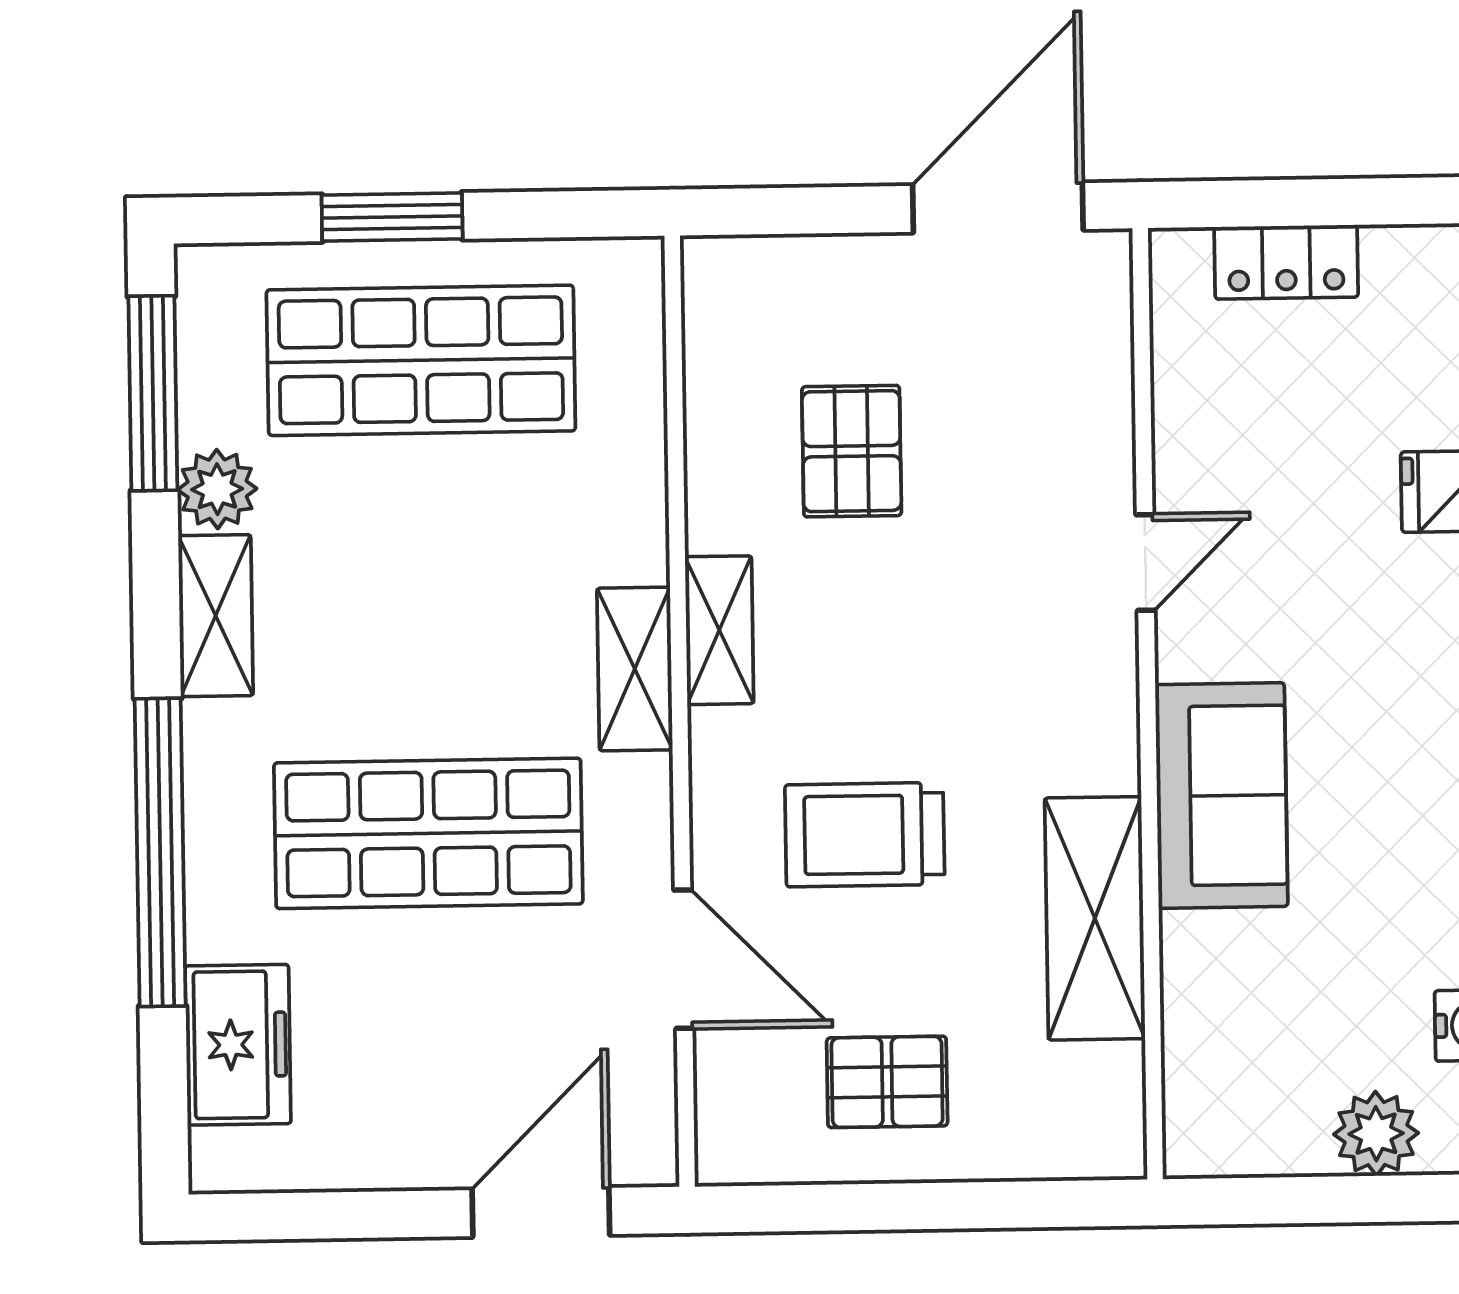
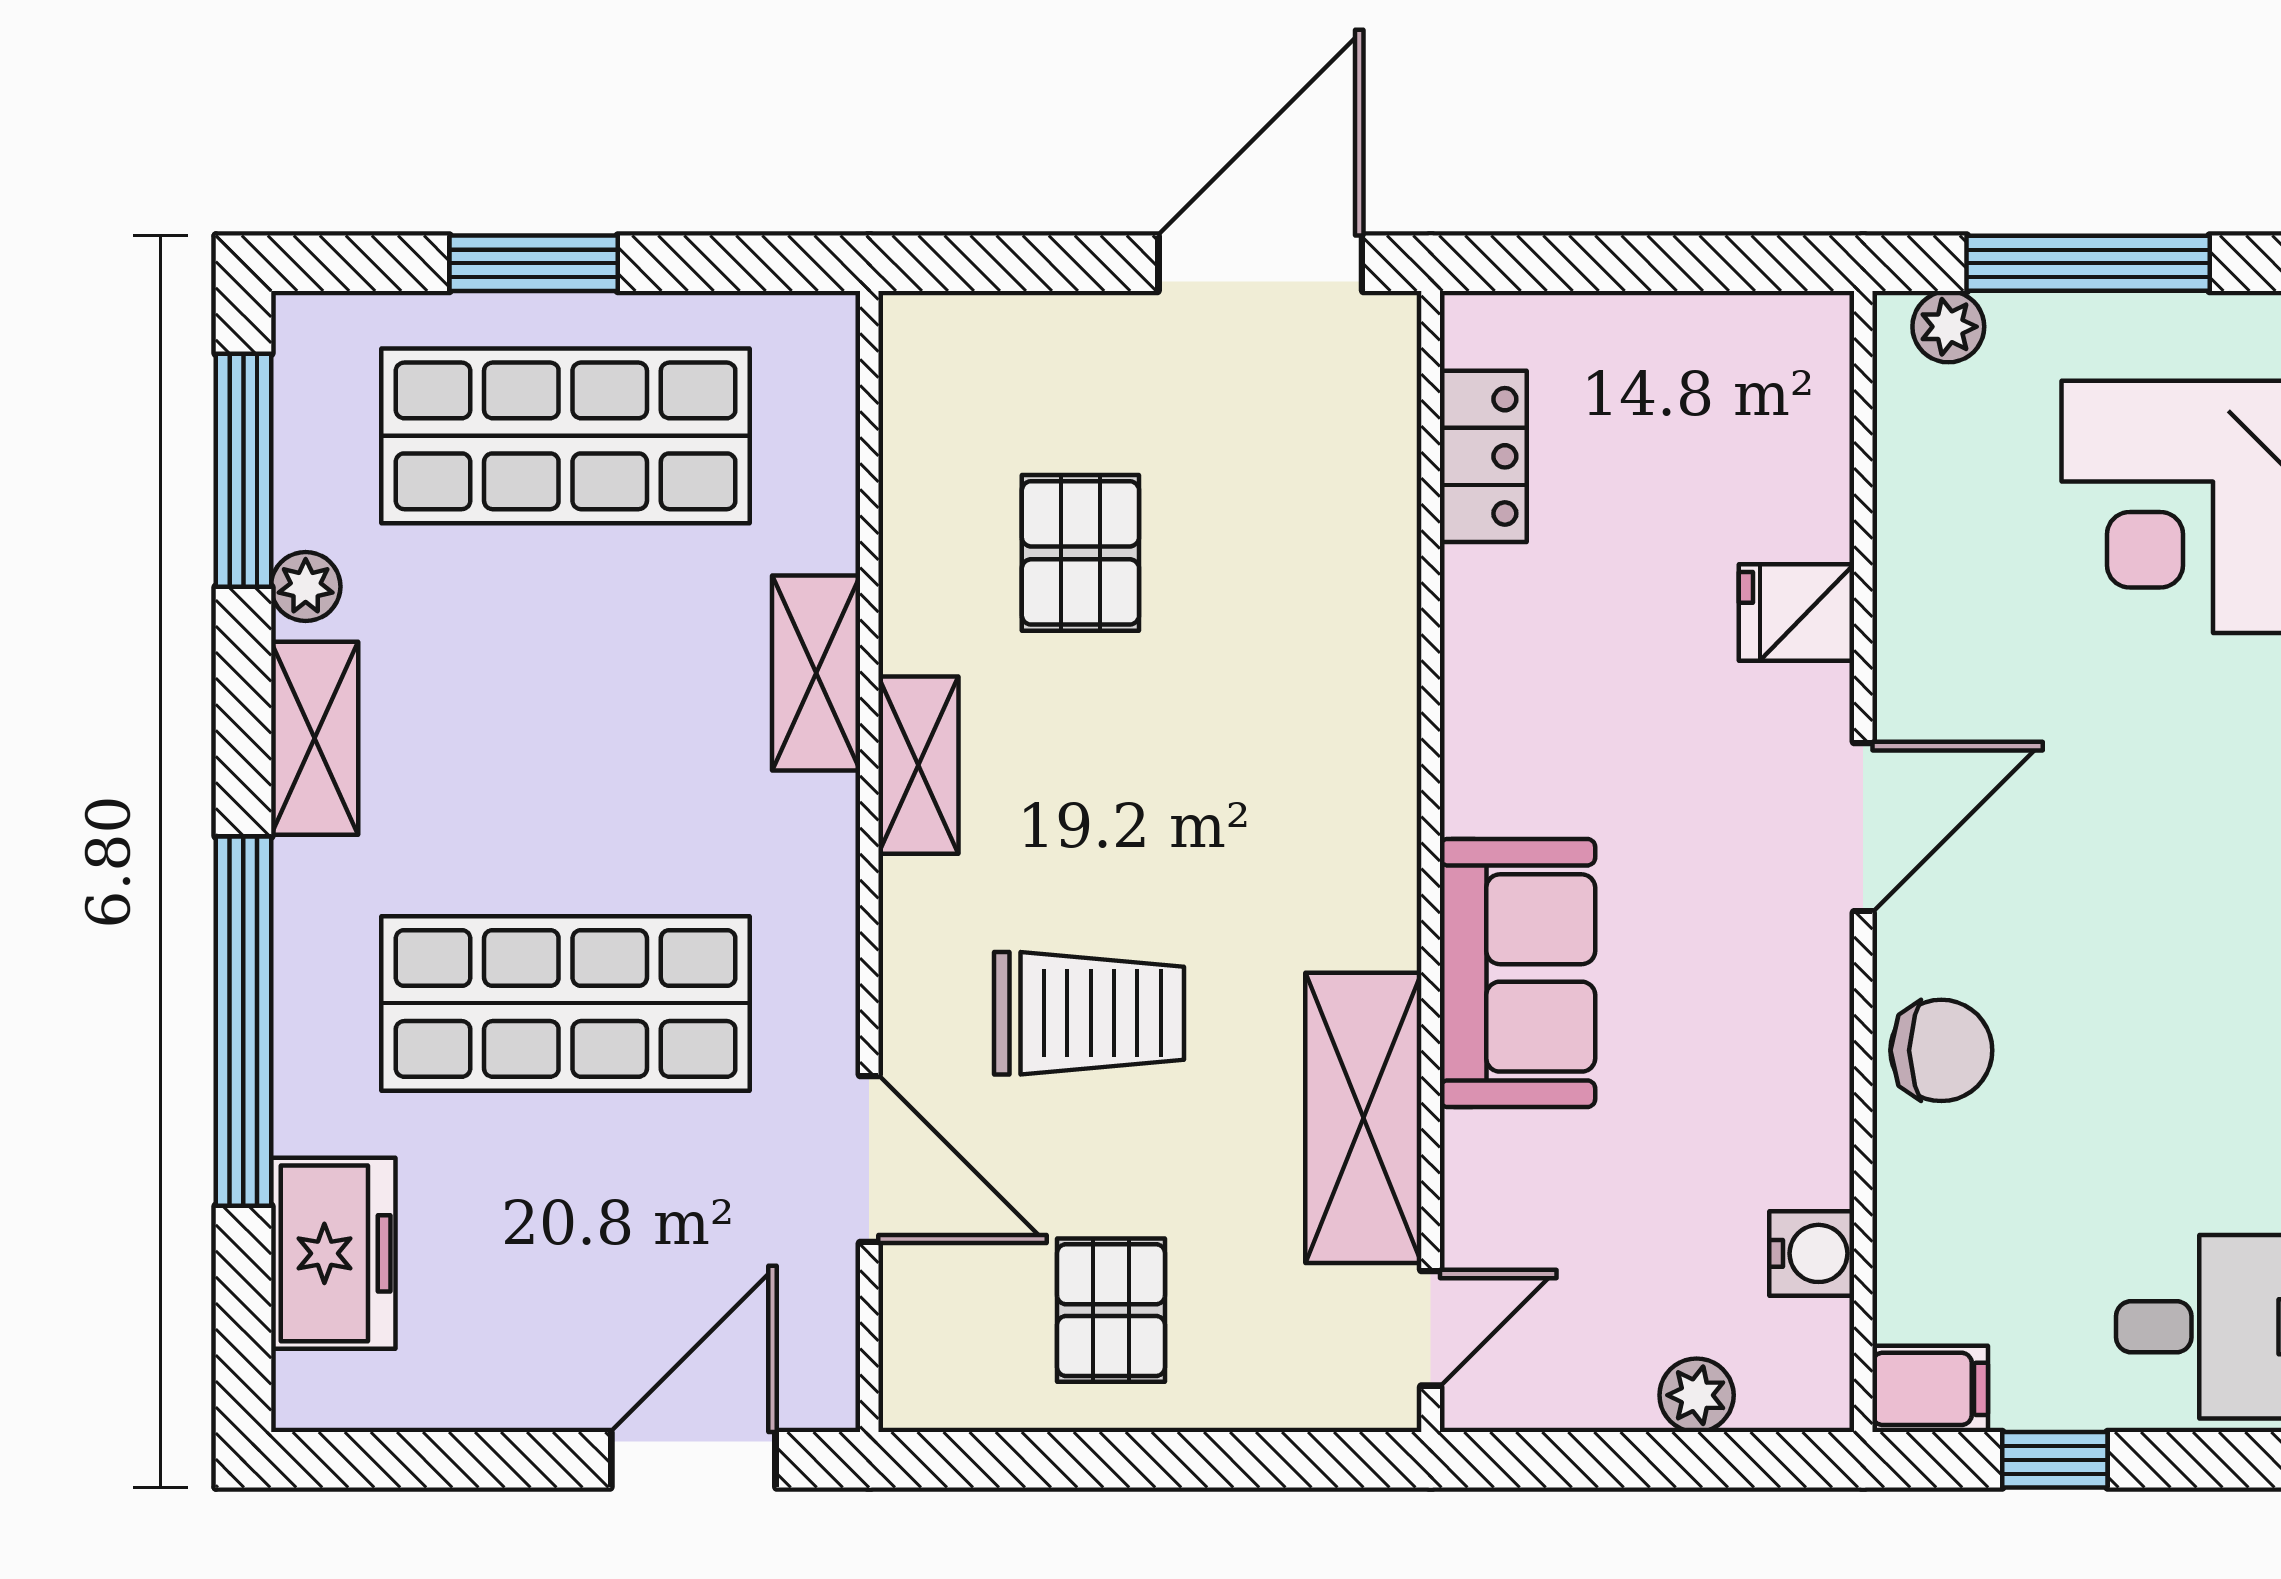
locker: (1286, 262) -> (1483, 456), moved, turned -90
plant: (217, 489) -> (306, 587), width x0.73, depth x0.73
door: (1145, 562) -> (1431, 1328), moved
shelving: (635, 669) -> (816, 673), moved
trolley: (865, 835) -> (1089, 1013), turned 180
pallet: (887, 1082) -> (1111, 1310), turned 90
plant: (1376, 1134) -> (1697, 1395), width x0.73, depth x0.73

